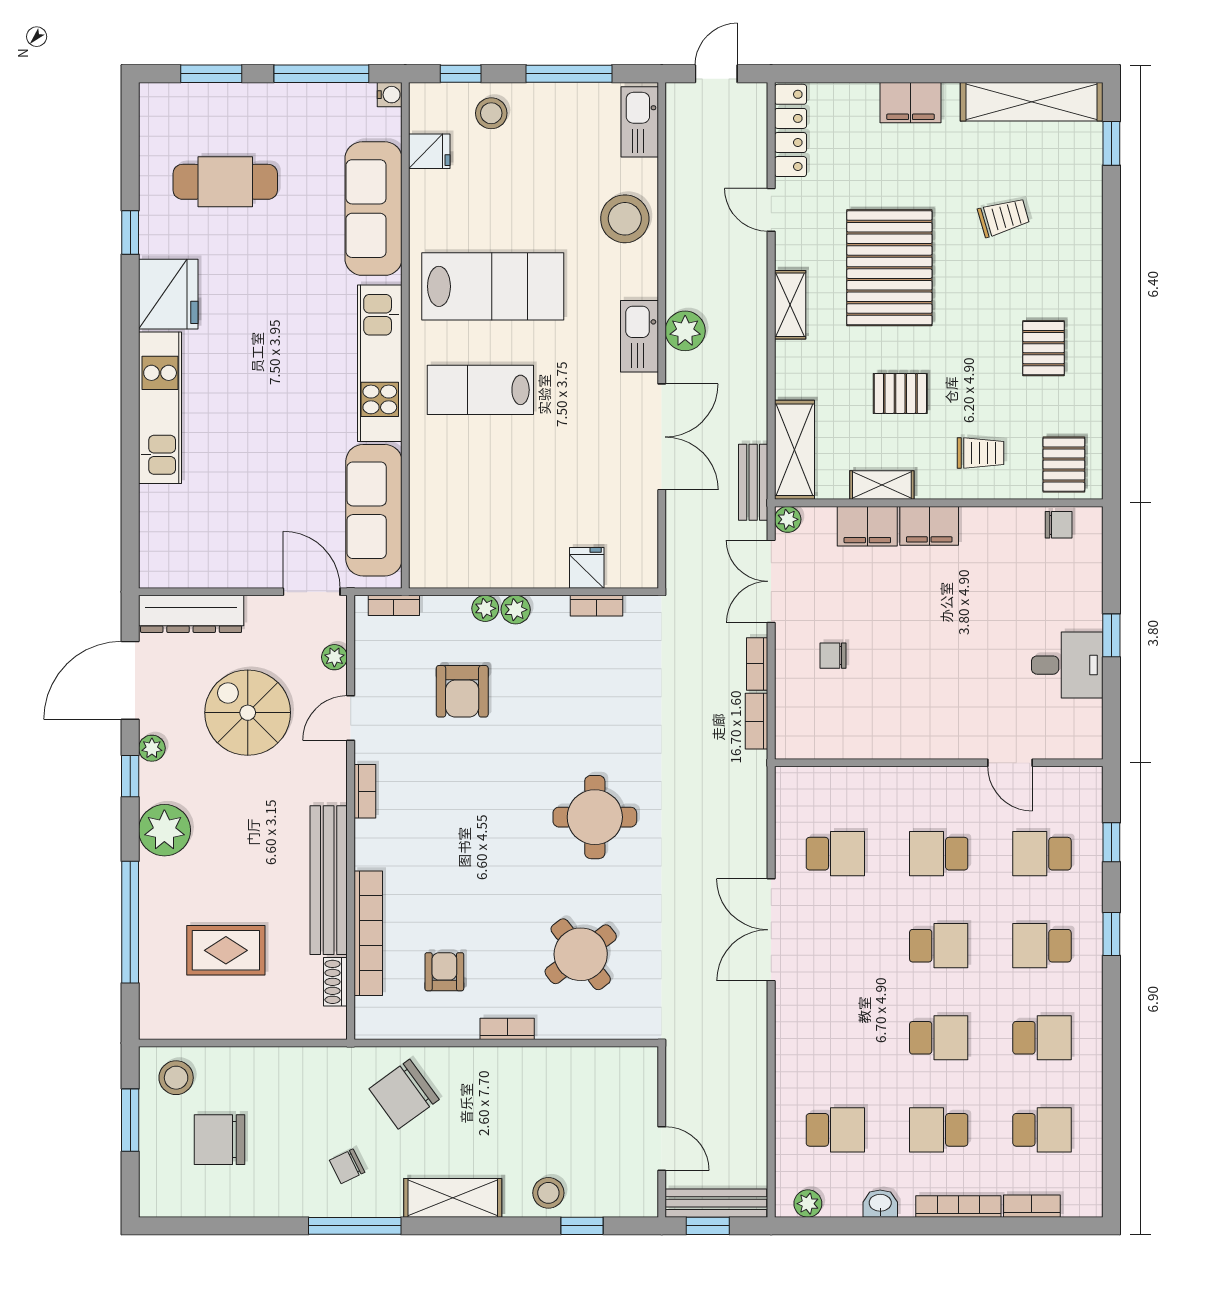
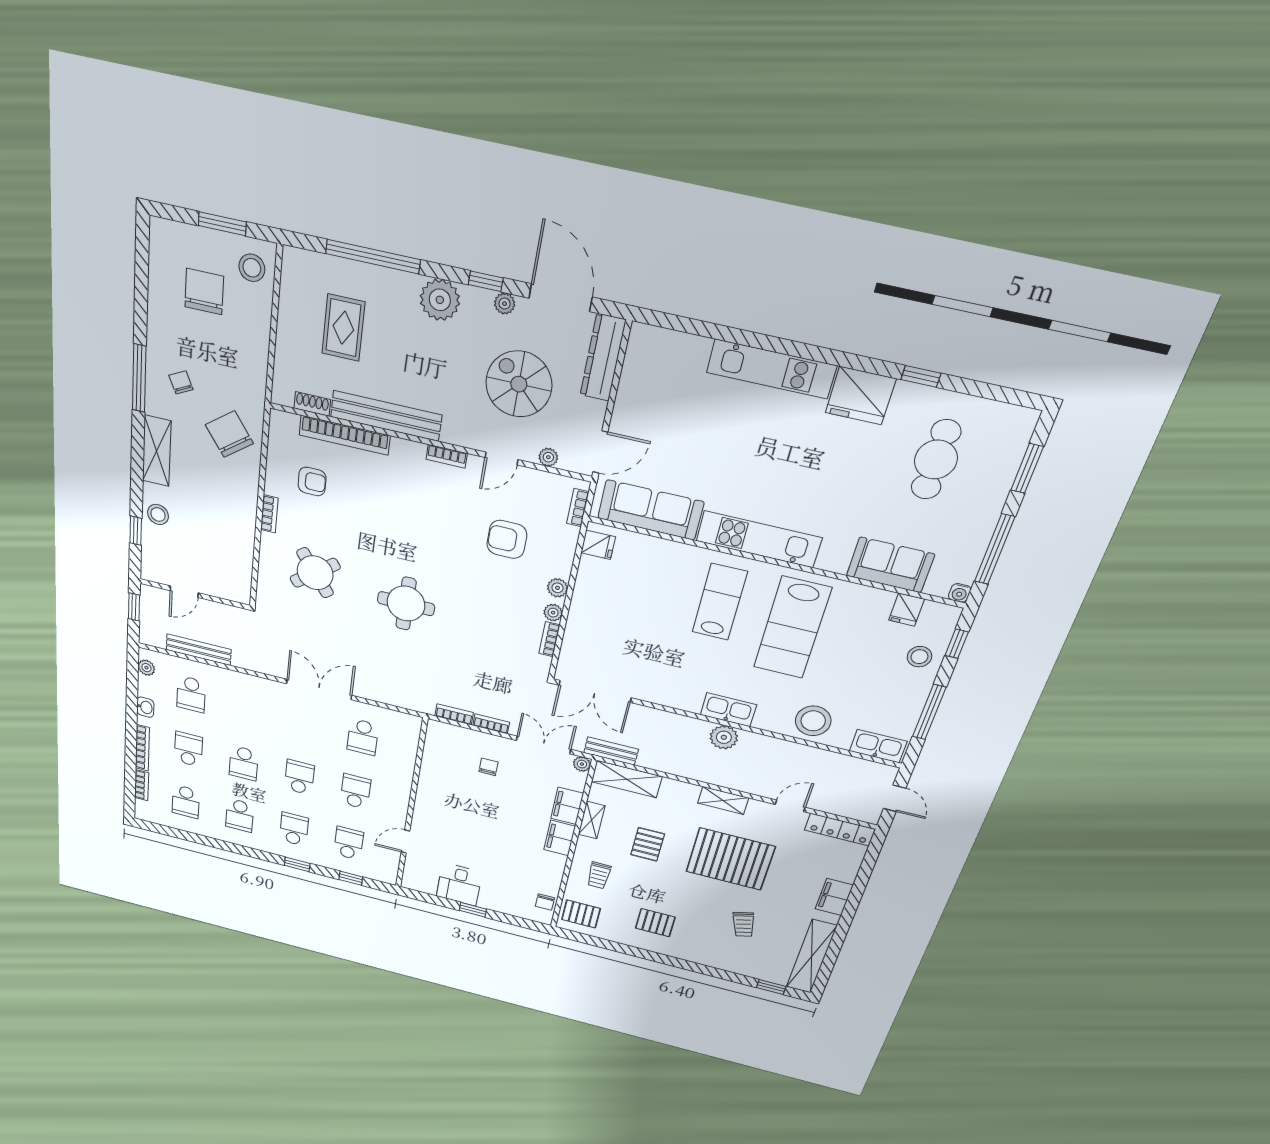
sofa: (373, 209) -> (890, 565), width x0.73
double door: (662, 437) -> (595, 691), moved
fridge: (587, 568) -> (598, 545), moved
plant: (485, 608) -> (553, 613), moved
spiral stairs: (248, 713) -> (519, 384), turned -90
door: (351, 718) -> (501, 458), swing flipped
school desk: (939, 946) -> (299, 777), turned 180
bench: (716, 1203) -> (199, 650), moved, turned 90

